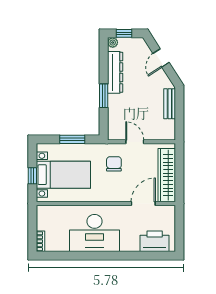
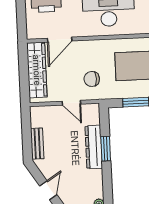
dresser: (115, 72) -> (94, 147), moved
chair: (114, 164) -> (92, 79), turned 90

